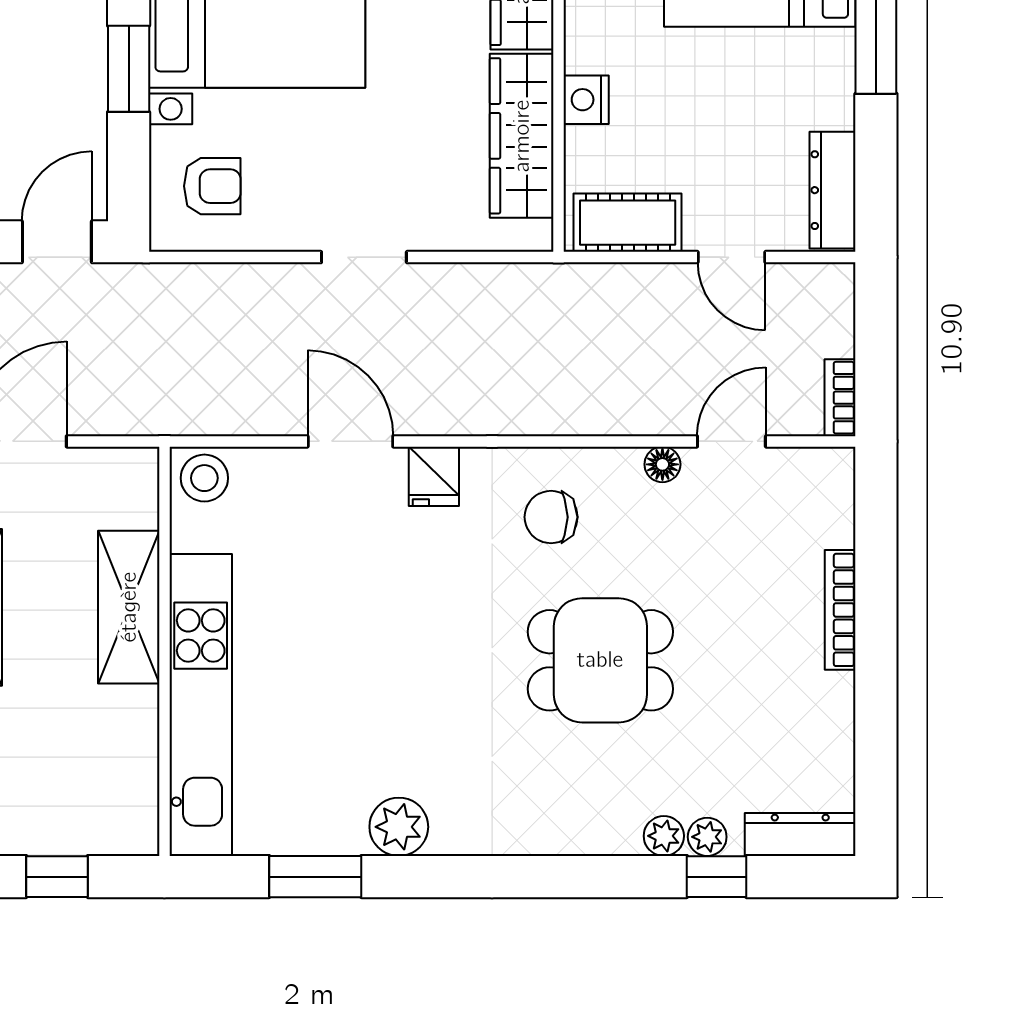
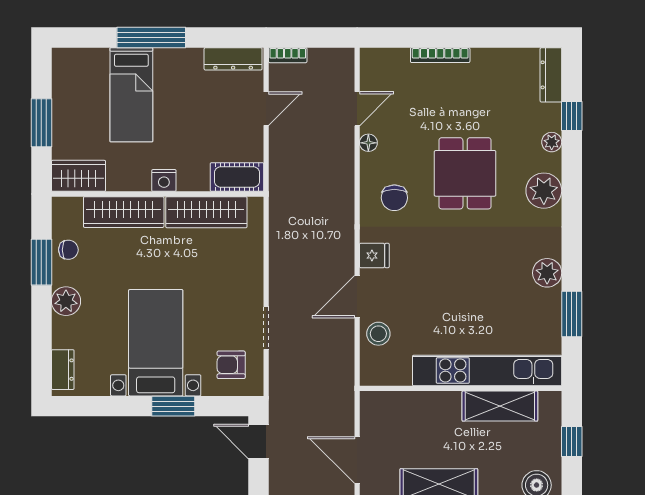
nightstand: (586, 100) -> (164, 180), moved
armchair: (212, 186) -> (231, 365), turned -90
cot: (628, 223) -> (237, 177), moved, turned 90
doorway: (364, 257) -> (266, 328), moved
bookcase: (840, 398) -> (288, 55), moved
door: (731, 441) -> (357, 109), swing flipped
stool: (204, 478) -> (378, 334), moved
shelving: (129, 607) -> (500, 406), moved
plant: (707, 837) -> (544, 191), moved, width x1.88, depth x1.88

